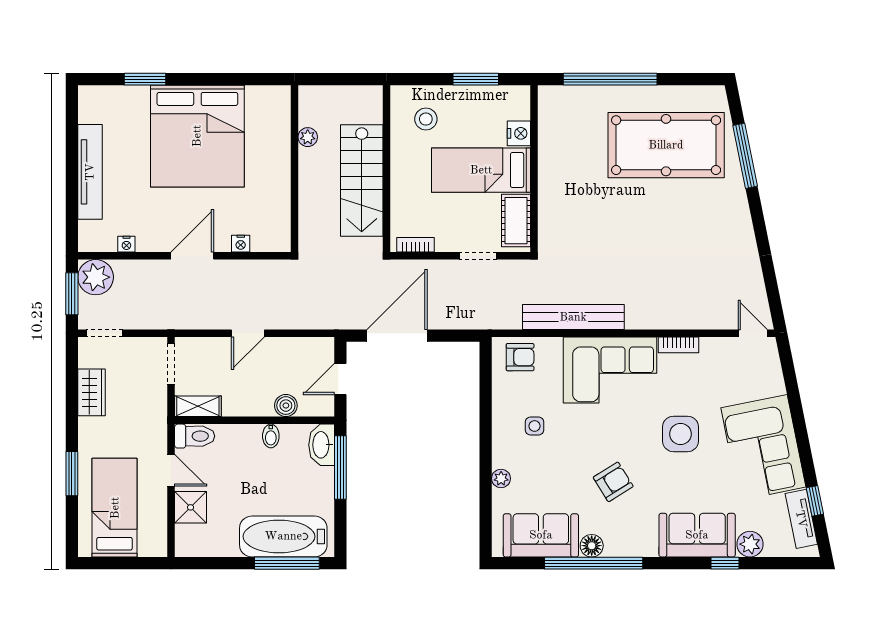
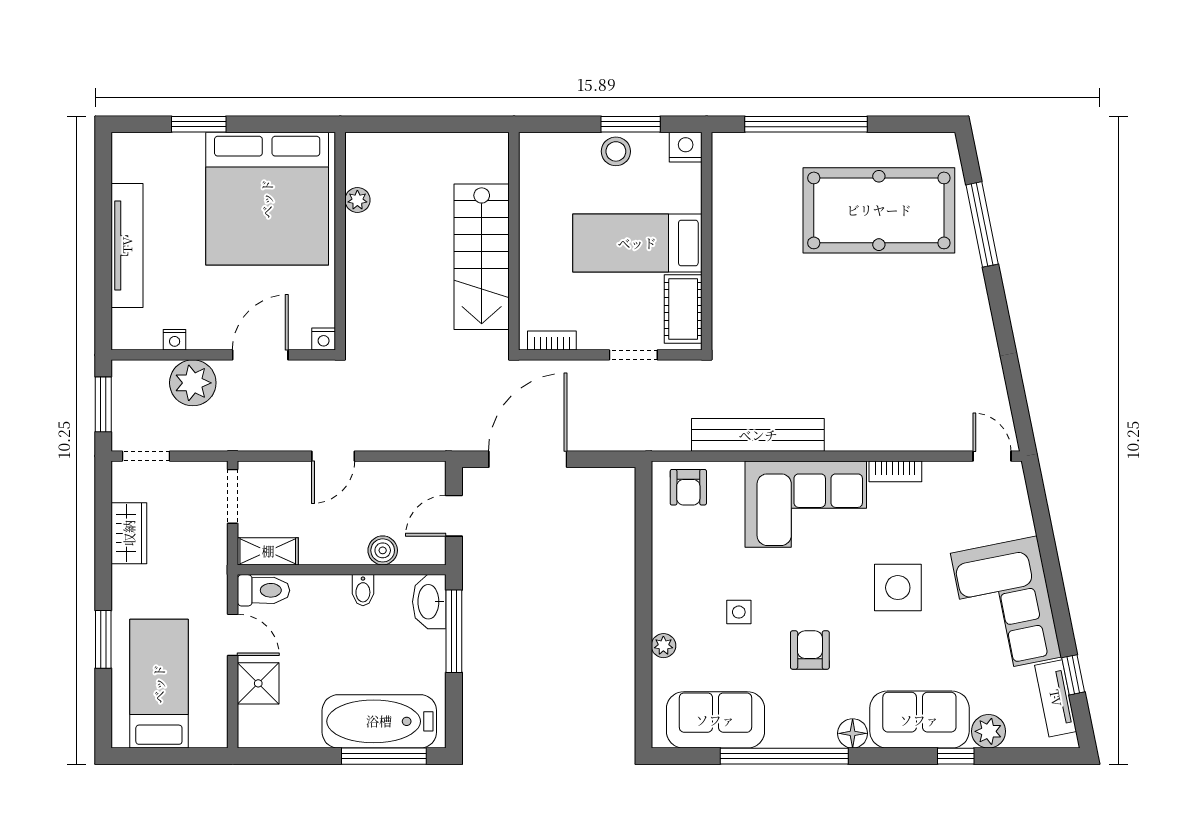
stool: (426, 119) -> (616, 151), moved
nightstand: (519, 133) -> (686, 147), moved, turned -90
plant: (308, 137) -> (357, 200), moved
wall: (294, 169) -> (340, 241), moved
plant: (96, 277) -> (193, 383), moved
armchair: (520, 357) -> (688, 487), turned 90
side table: (535, 426) -> (739, 612), moved
armchair: (613, 482) -> (810, 650), turned -58
floor lamp: (592, 546) -> (853, 733), moved

